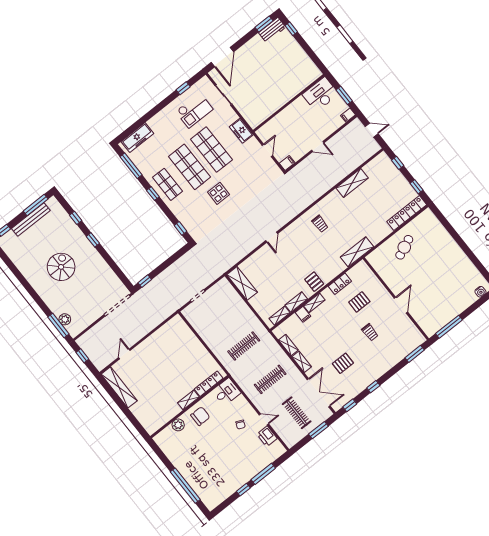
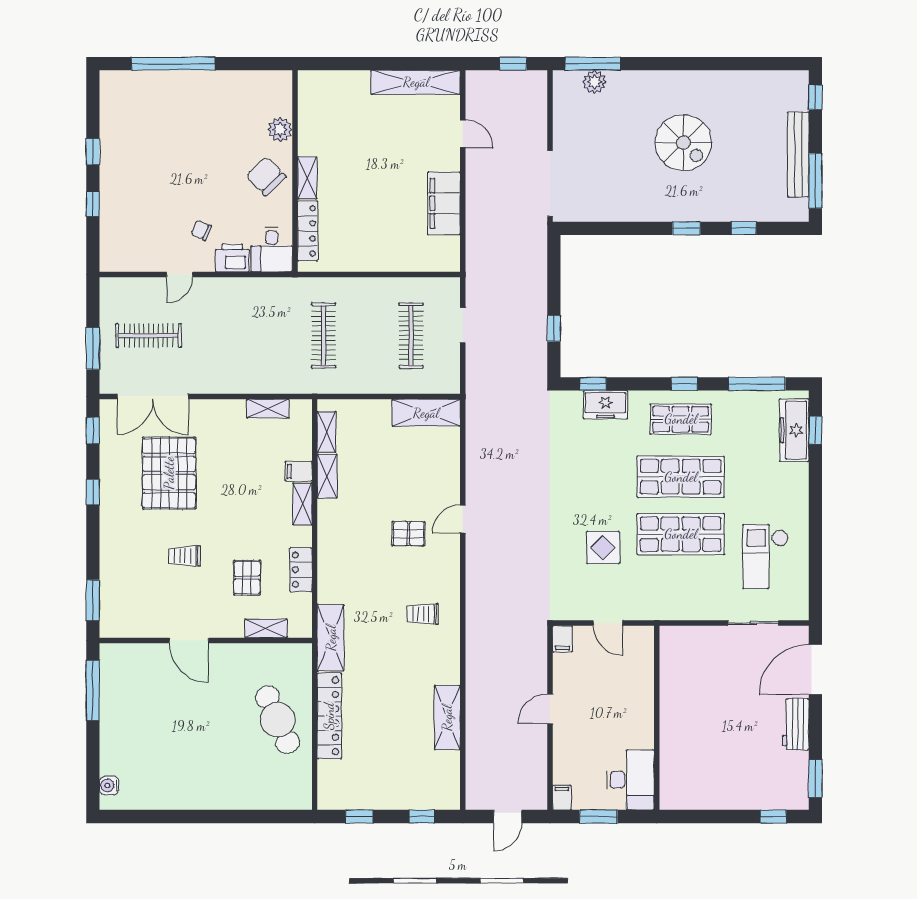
workbench: (272, 30) -> (796, 724), moved
door: (222, 57) -> (815, 670), hinge flipped
window: (183, 88) -> (815, 430), moved
freezer: (241, 131) -> (605, 405), moved, turned 180
display table: (218, 193) -> (603, 548), moved
locker: (407, 213) -> (329, 716), moved
door: (272, 237) -> (463, 519), hinge flipped
cafe table: (404, 247) -> (277, 720), width x1.37, depth x1.35
window: (145, 281) -> (554, 328), moved
pallet: (314, 282) -> (409, 534), moved
filing cabinet: (157, 340) -> (444, 203), added
shelving: (302, 362) -> (266, 628), moved
pallet: (343, 363) -> (169, 473), width x2.05, depth x2.00
clothes rail: (270, 379) -> (411, 335), moved
chair: (200, 416) -> (266, 176), turned 136
printer: (267, 436) -> (232, 258), moved
window: (263, 474) -> (93, 204), width x0.46

